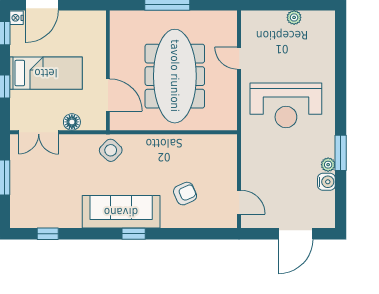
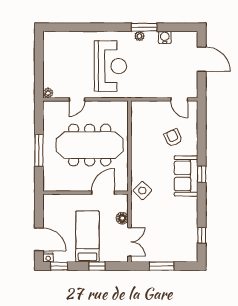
plant: (294, 17) -> (48, 93), moved
plant: (328, 165) -> (139, 36), moved
door: (239, 202) -> (179, 99), swing flipped
sofa: (121, 212) -> (186, 176), width x0.73

